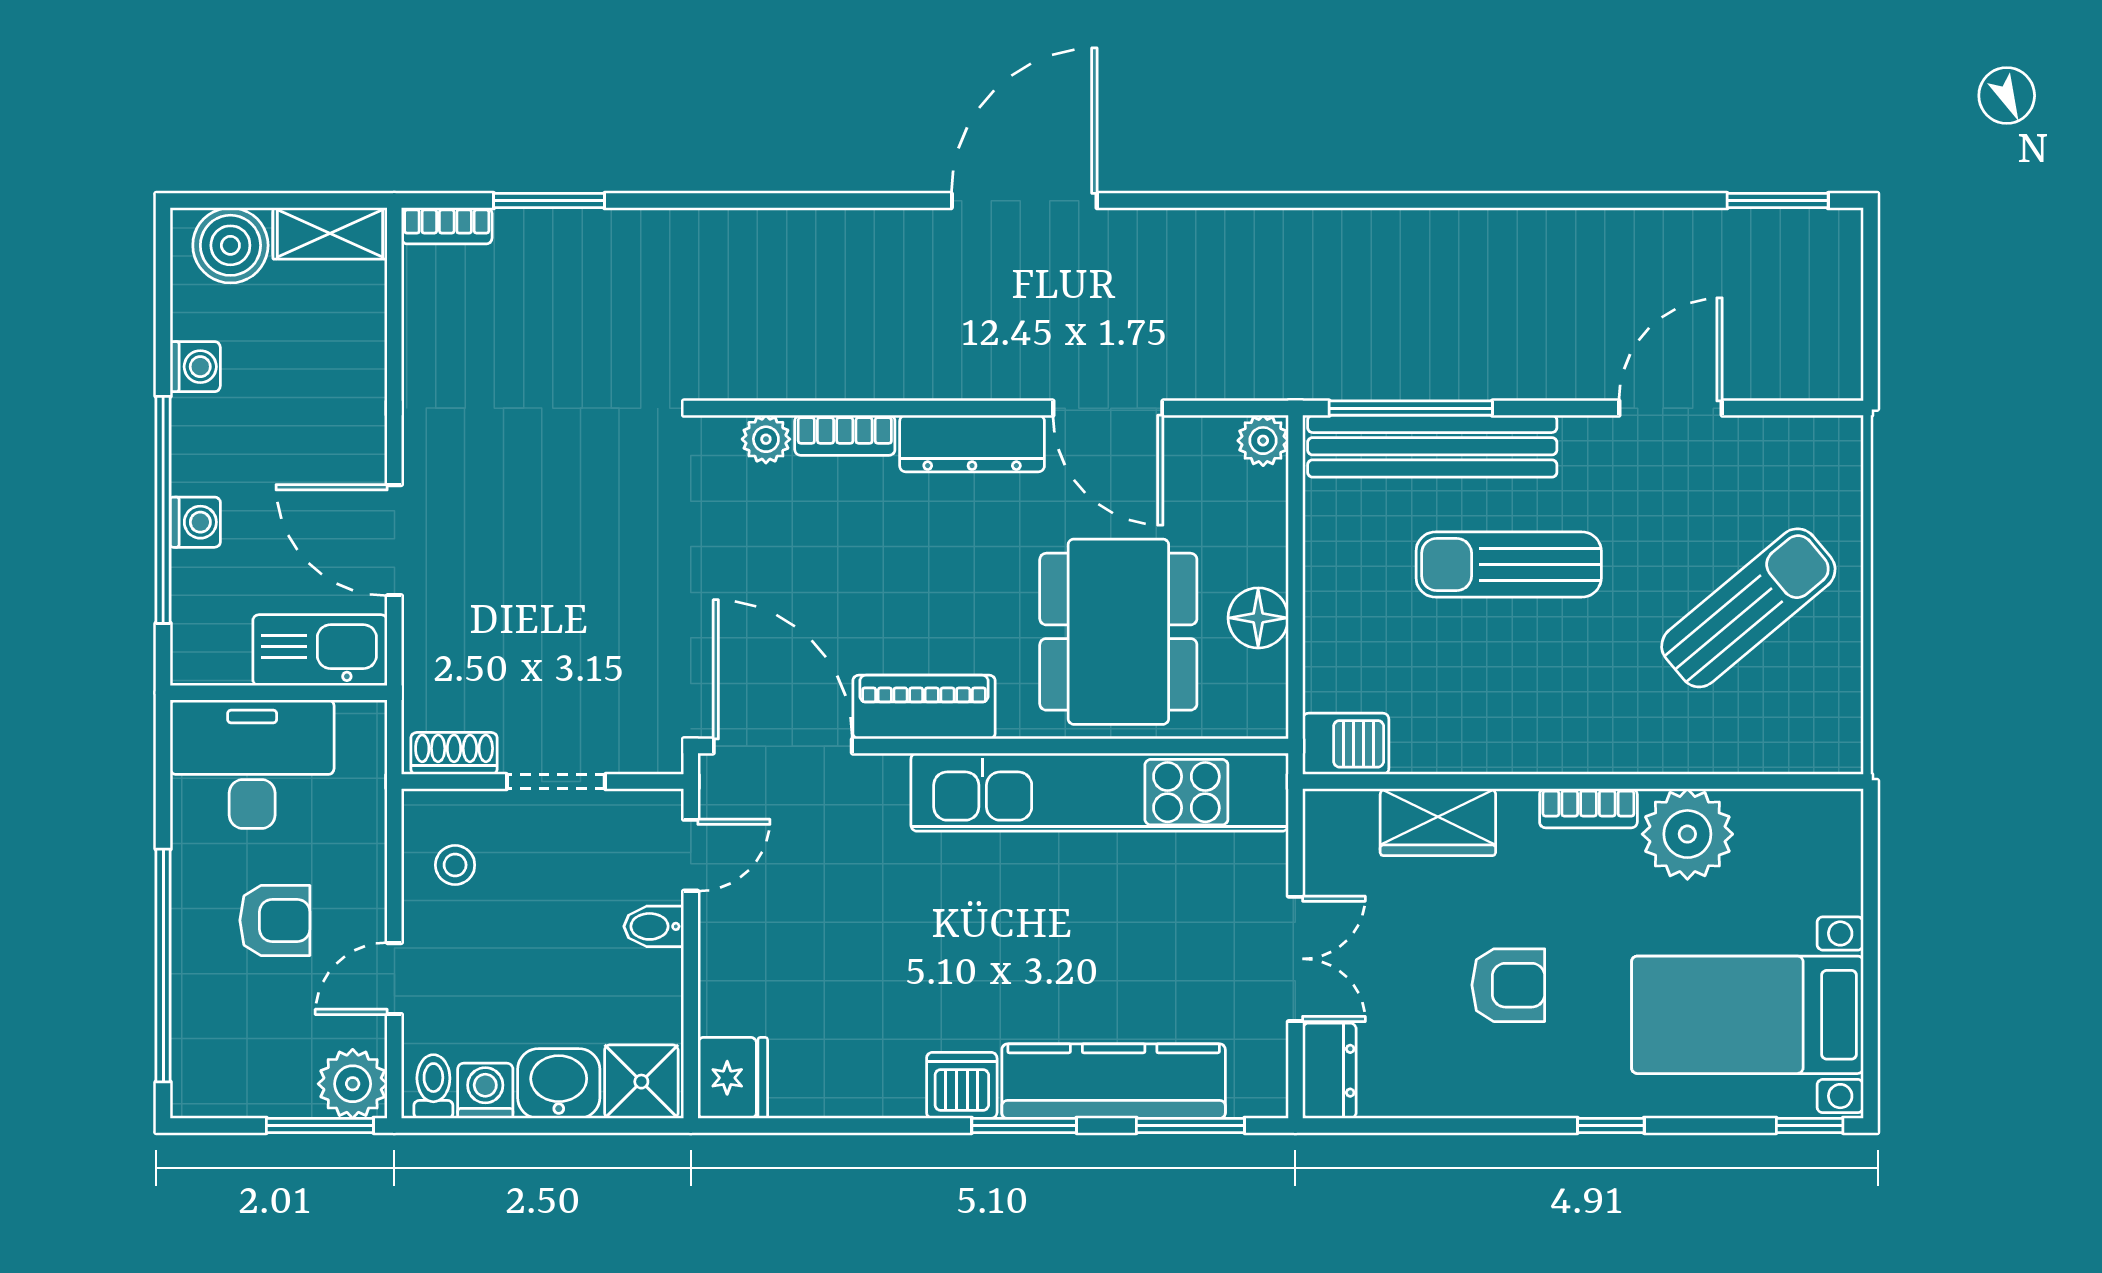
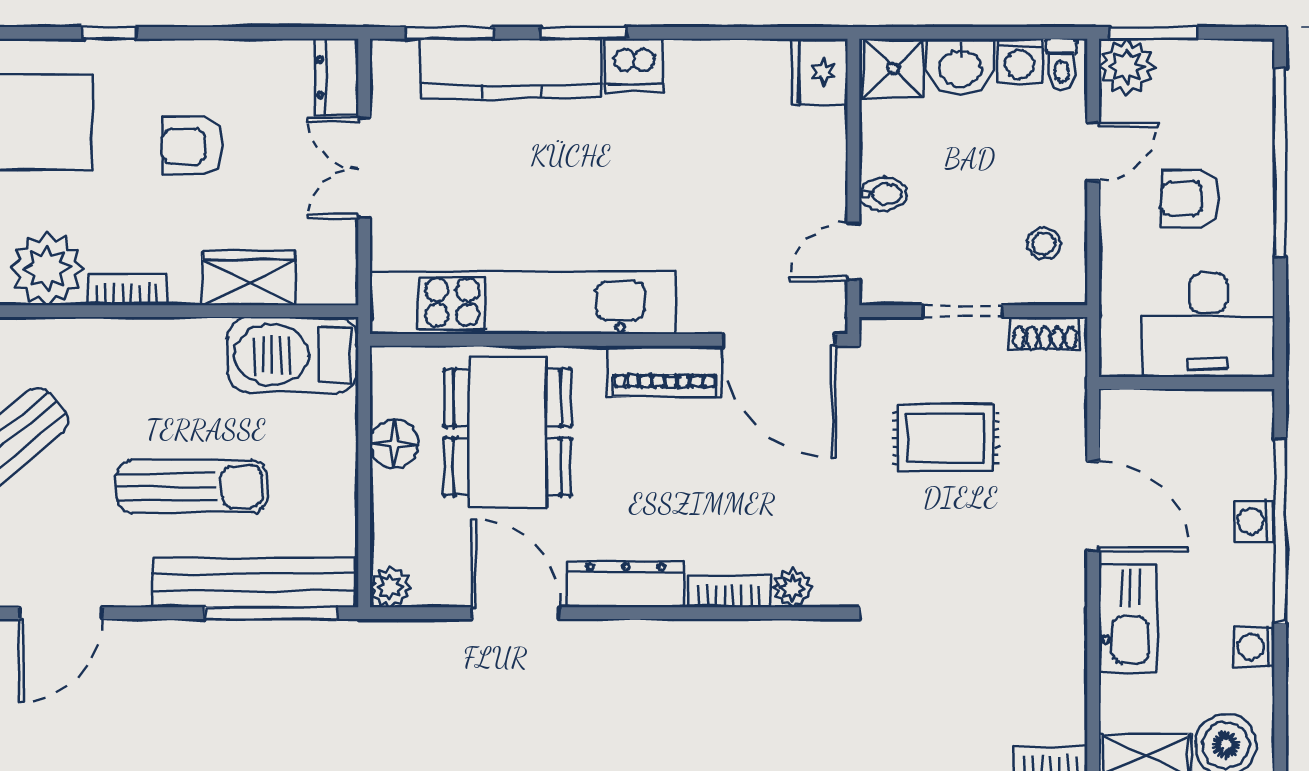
rug: (576, 625) -> (946, 438), added
kitchen sink: (320, 650) -> (1128, 618), moved, turned -90
barbecue: (1346, 744) -> (293, 355), width x1.88, depth x1.53

